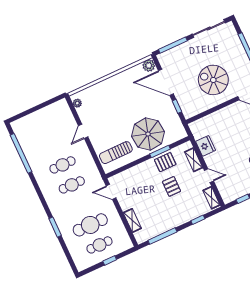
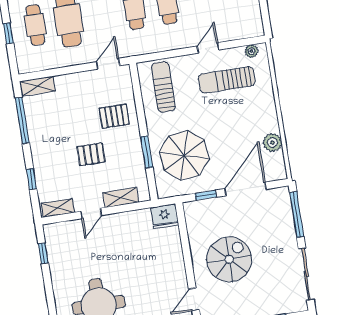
plant: (149, 65) -> (272, 142), moved
sun lounger: (100, 114) -> (227, 80), added
door: (83, 131) -> (208, 48), hinge flipped
parasol: (148, 134) -> (184, 155), moved
fridge: (206, 146) -> (165, 216), moved
pallet: (165, 162) -> (114, 116), moved, turned 90
shelving: (132, 220) -> (37, 86), moved

